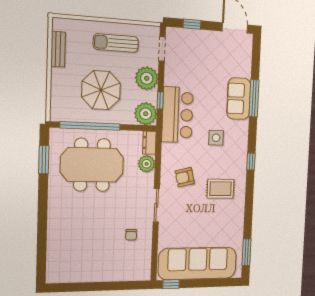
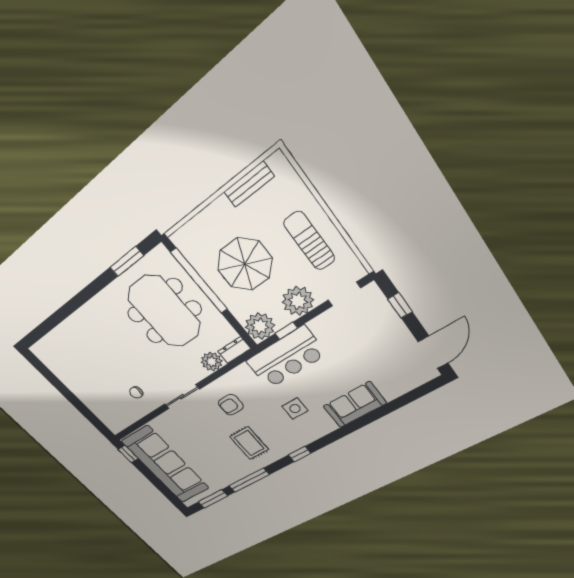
window: (254, 98) -> (249, 480), moved
armchair: (185, 177) -> (231, 405), turned -76

